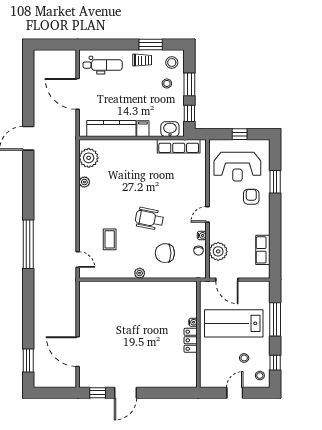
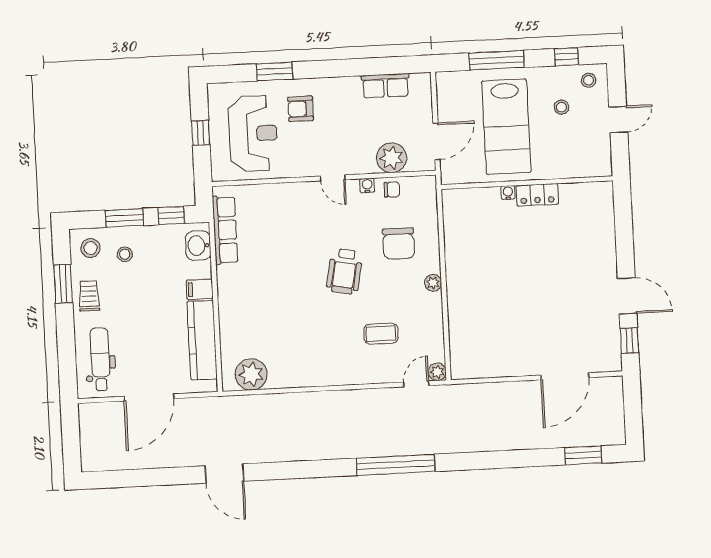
plant: (84, 182) -> (437, 372), moved
door: (235, 393) -> (618, 119), swing flipped

